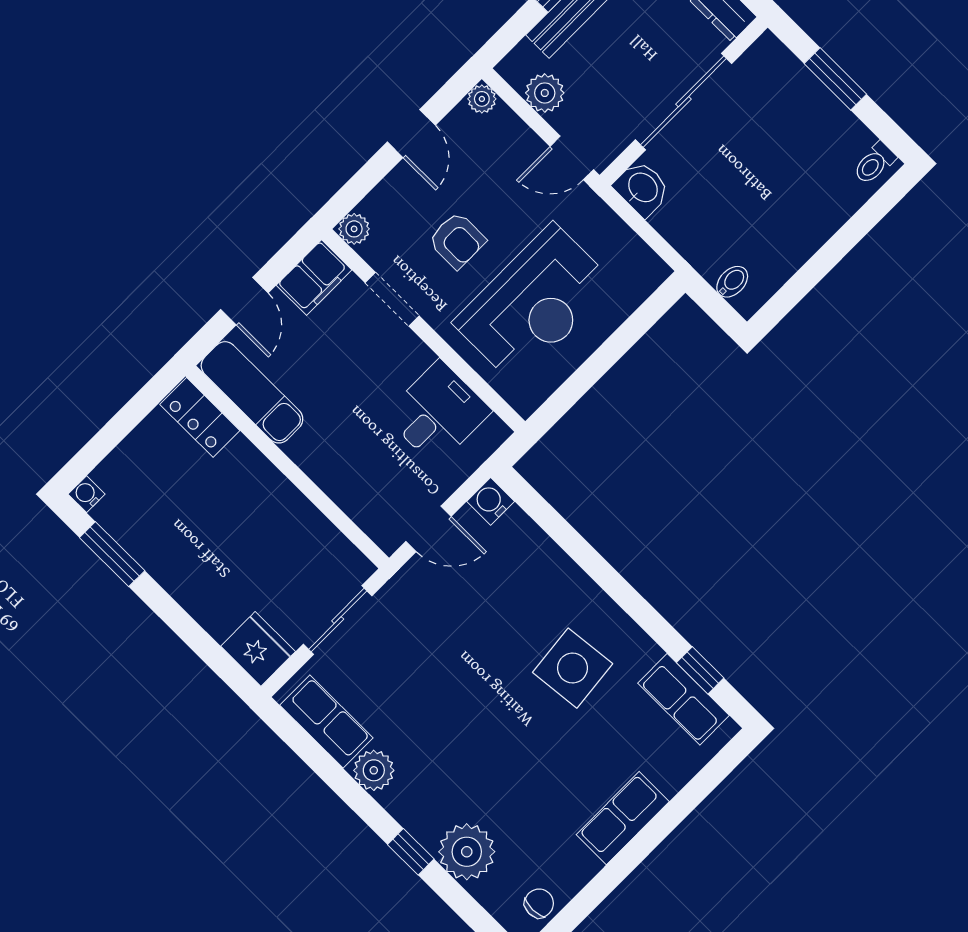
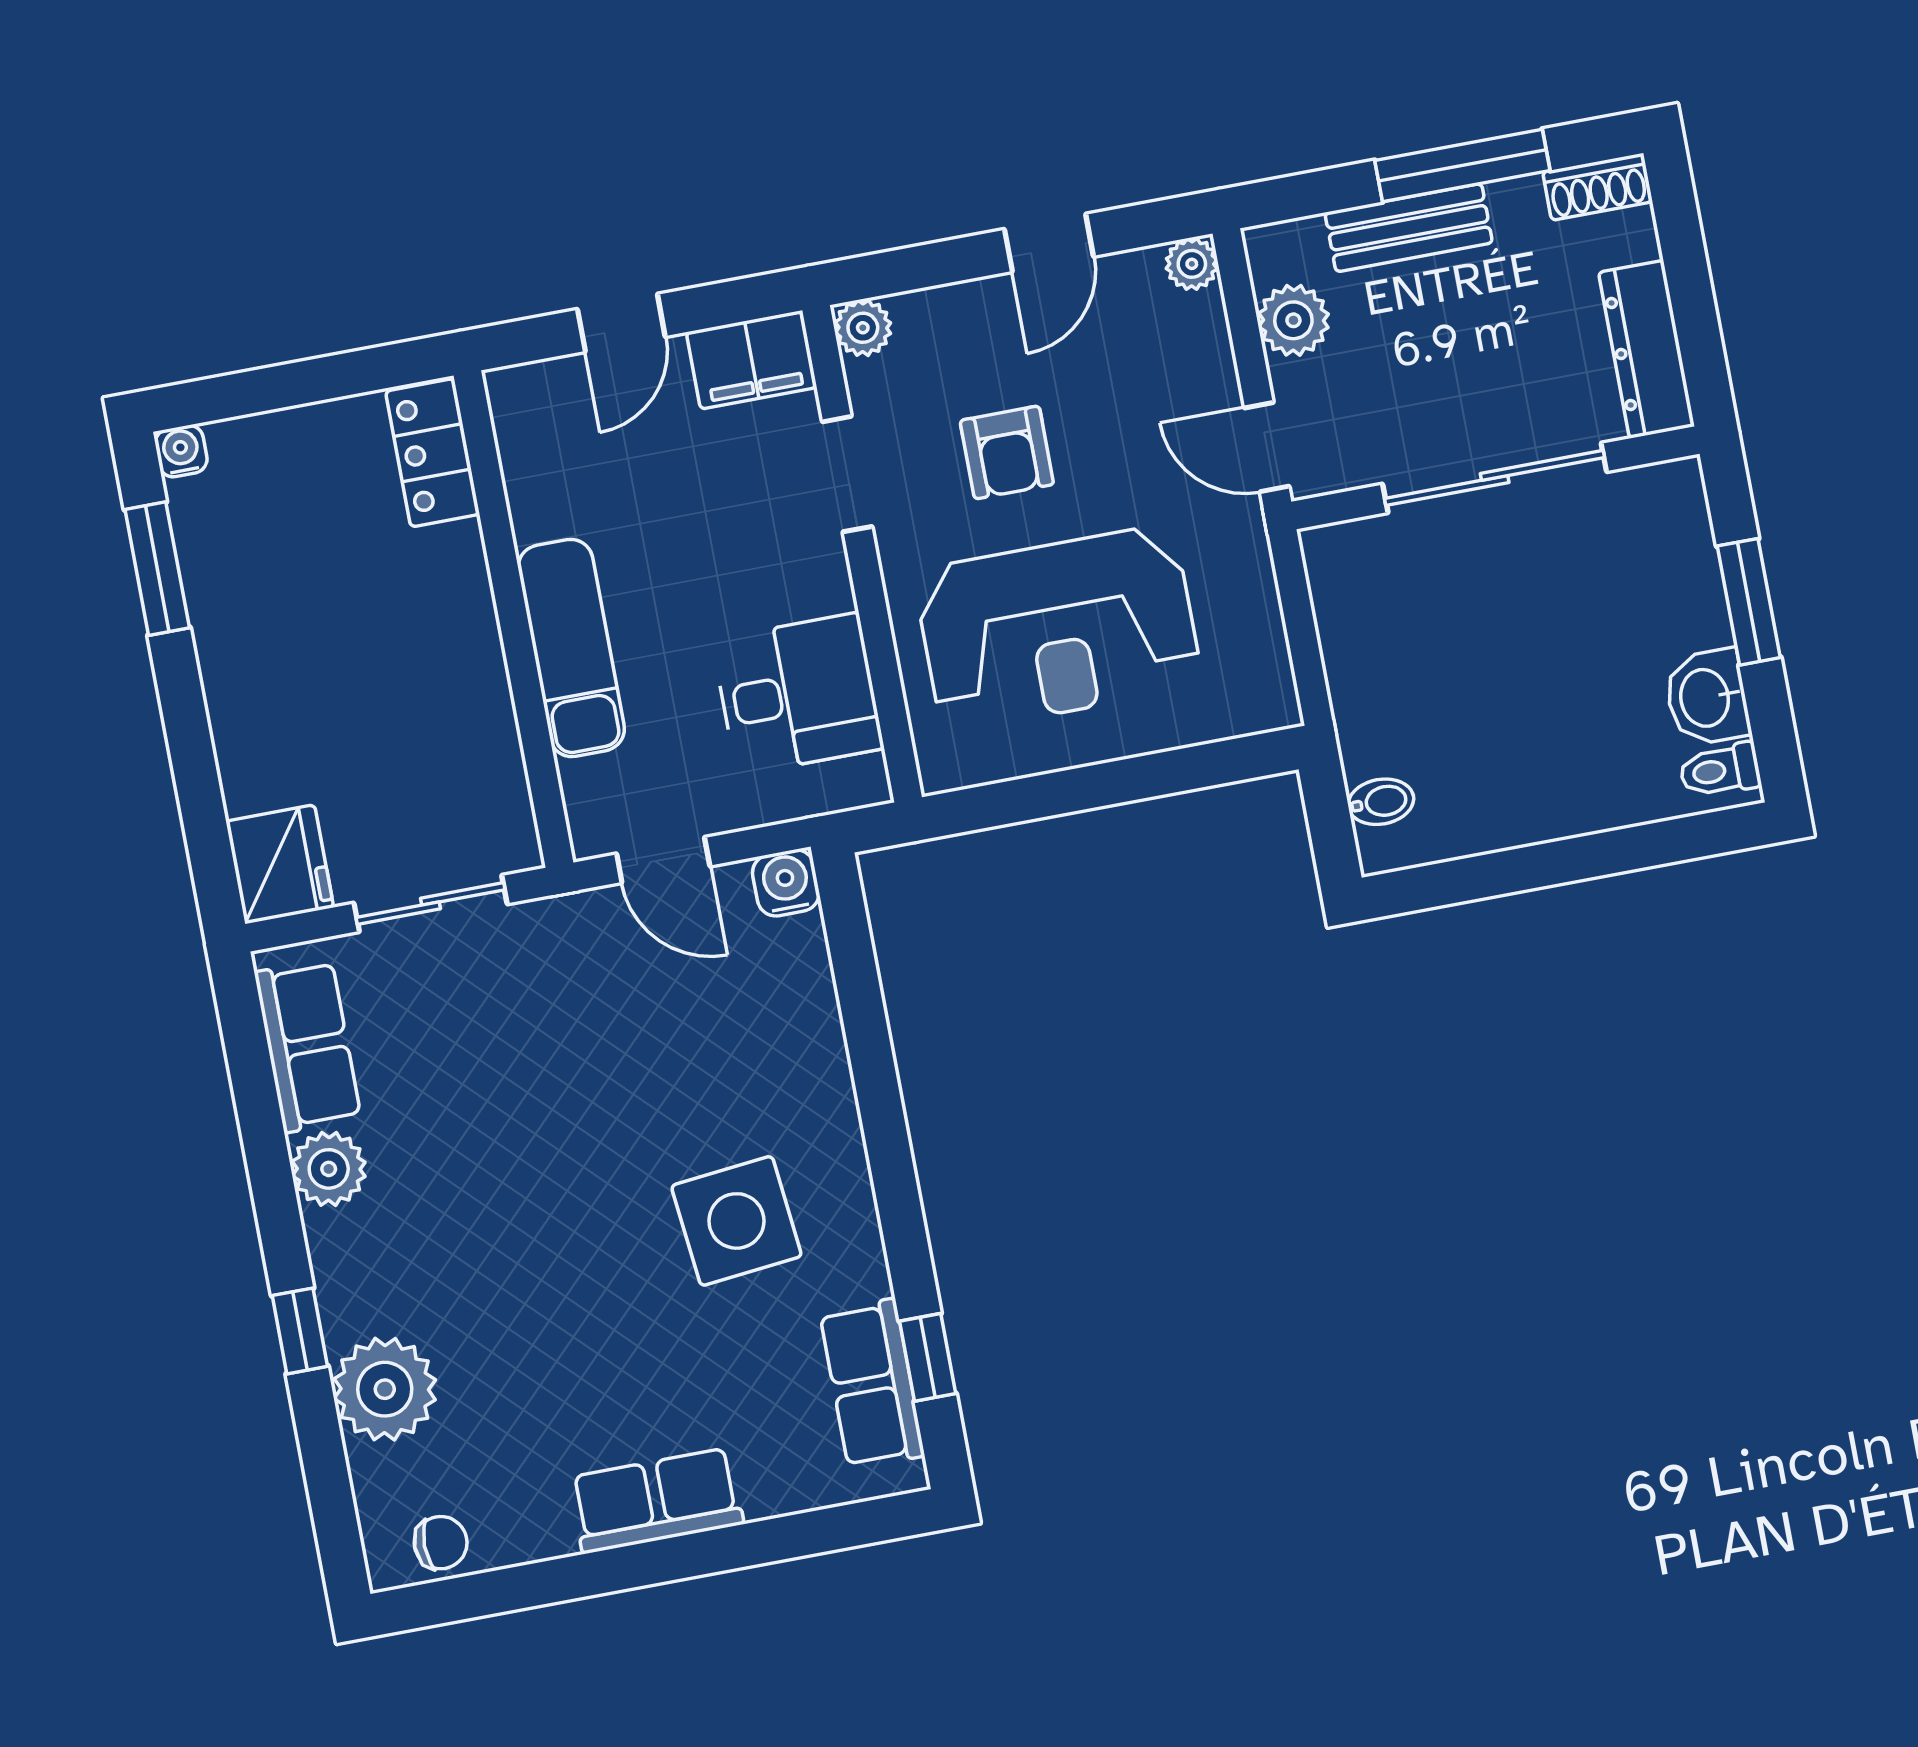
washbasin: (642, 188) -> (1707, 697), moved, turned 180
exam couch: (252, 392) -> (571, 648), moved

